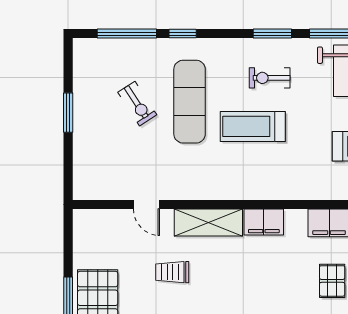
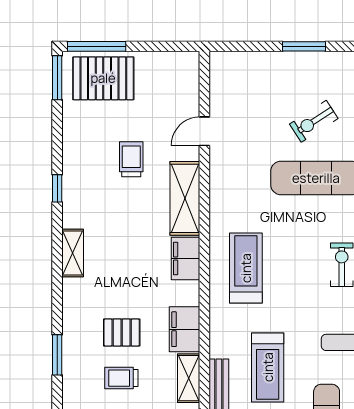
treadmill: (253, 126) -> (246, 268), moved

